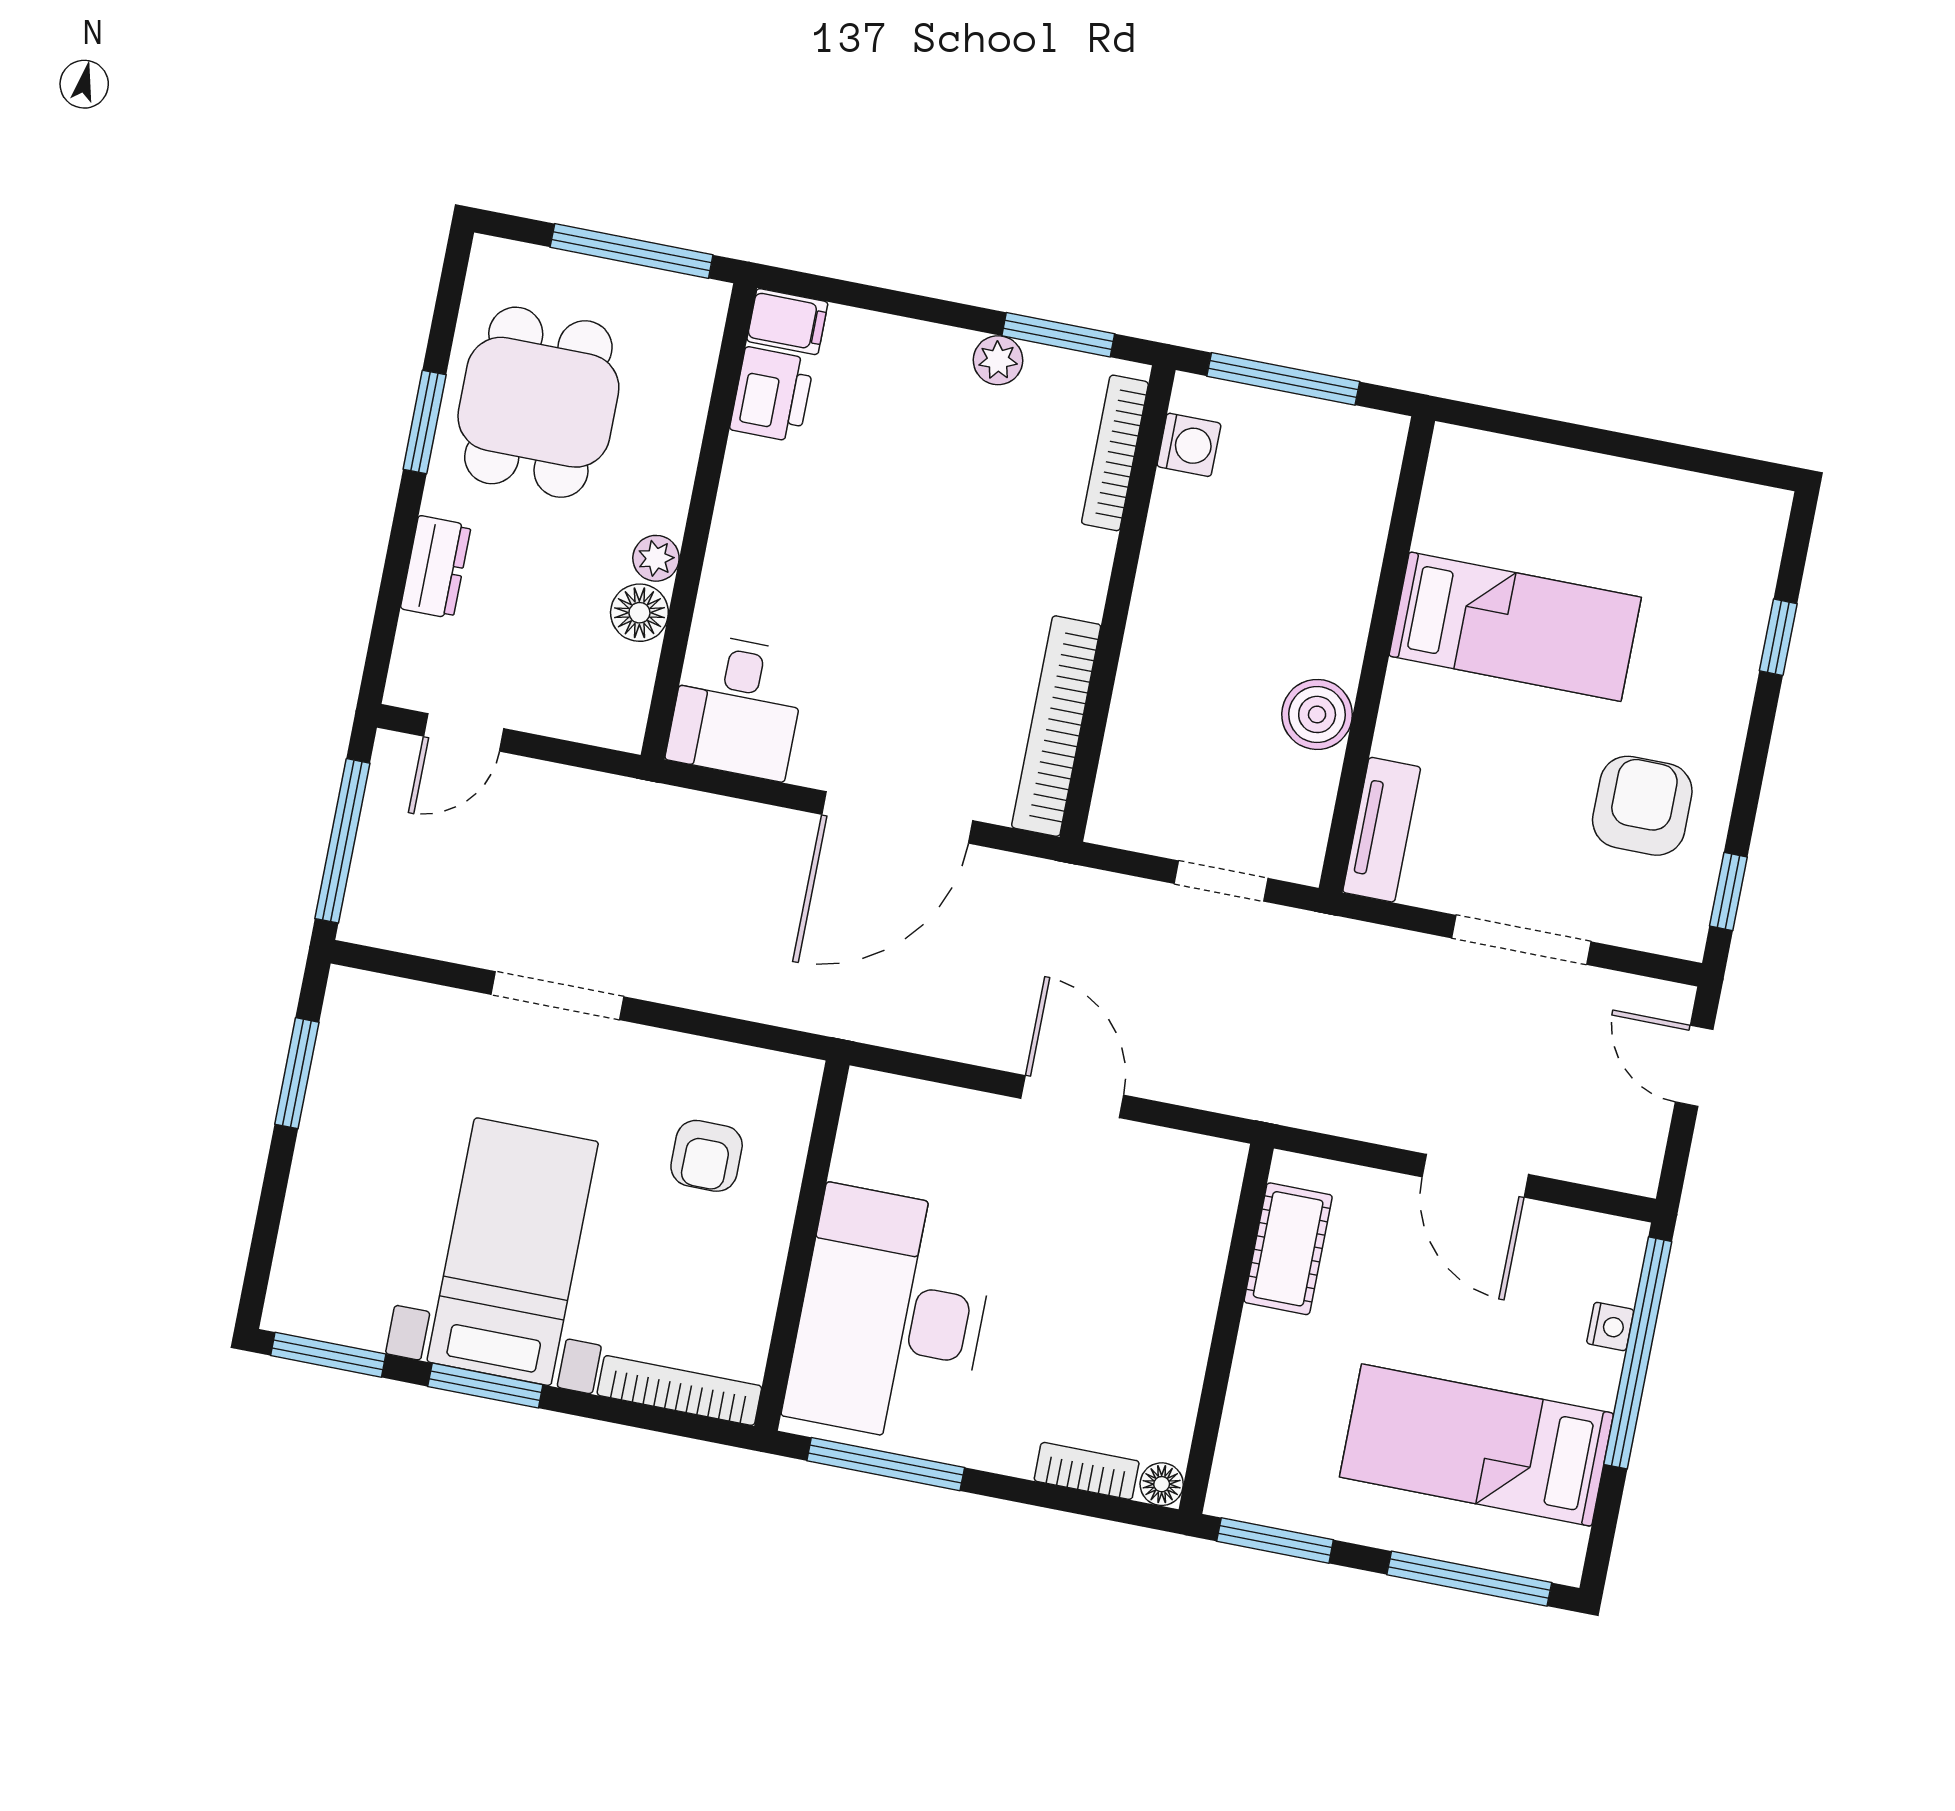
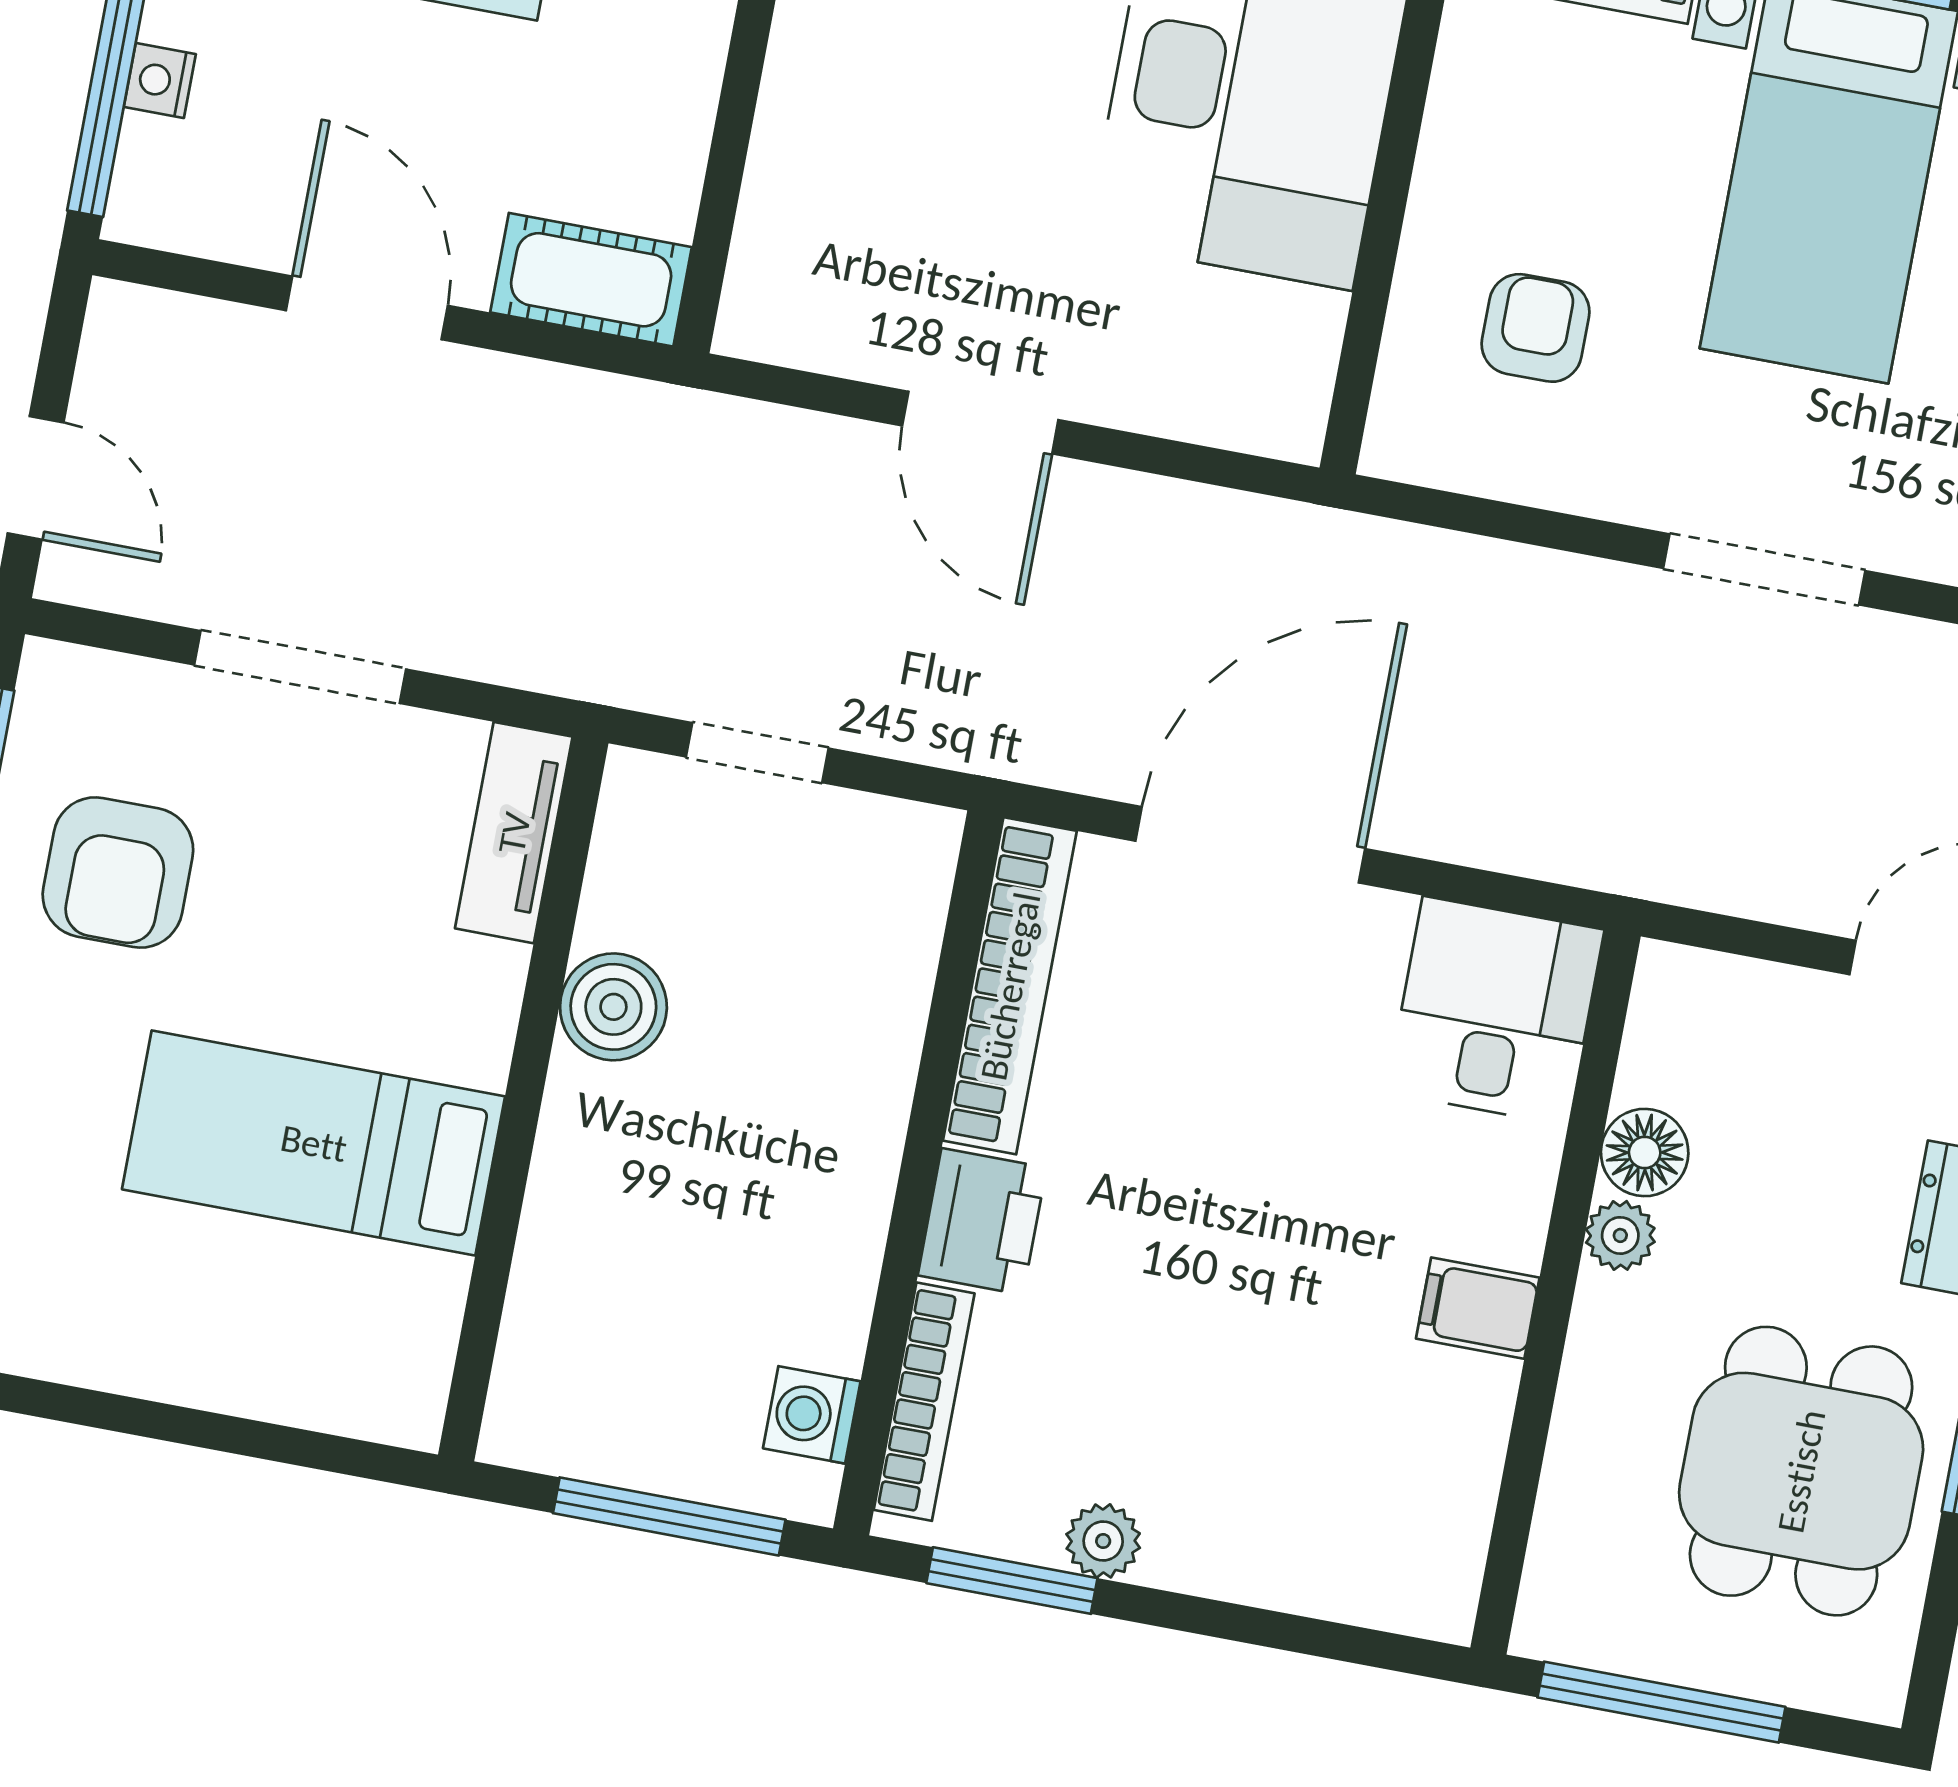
filing cabinet: (787, 322) -> (1478, 1308), moved
printer: (772, 395) -> (982, 1221), moved, turned 180
cot: (1288, 1249) -> (591, 280), moved, turned 90

